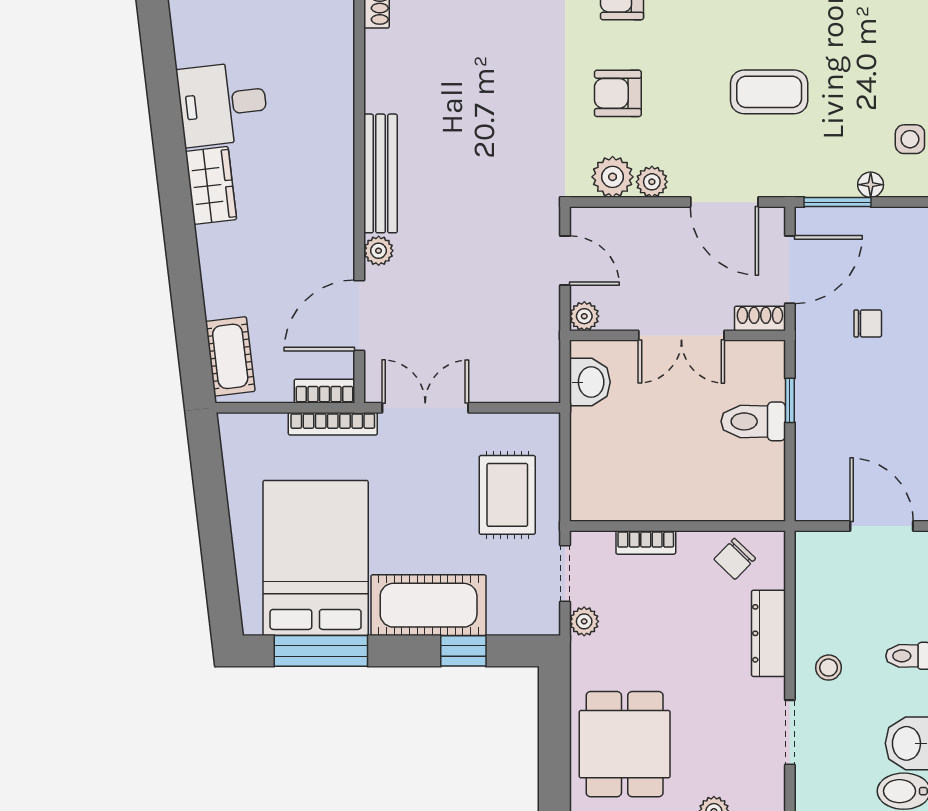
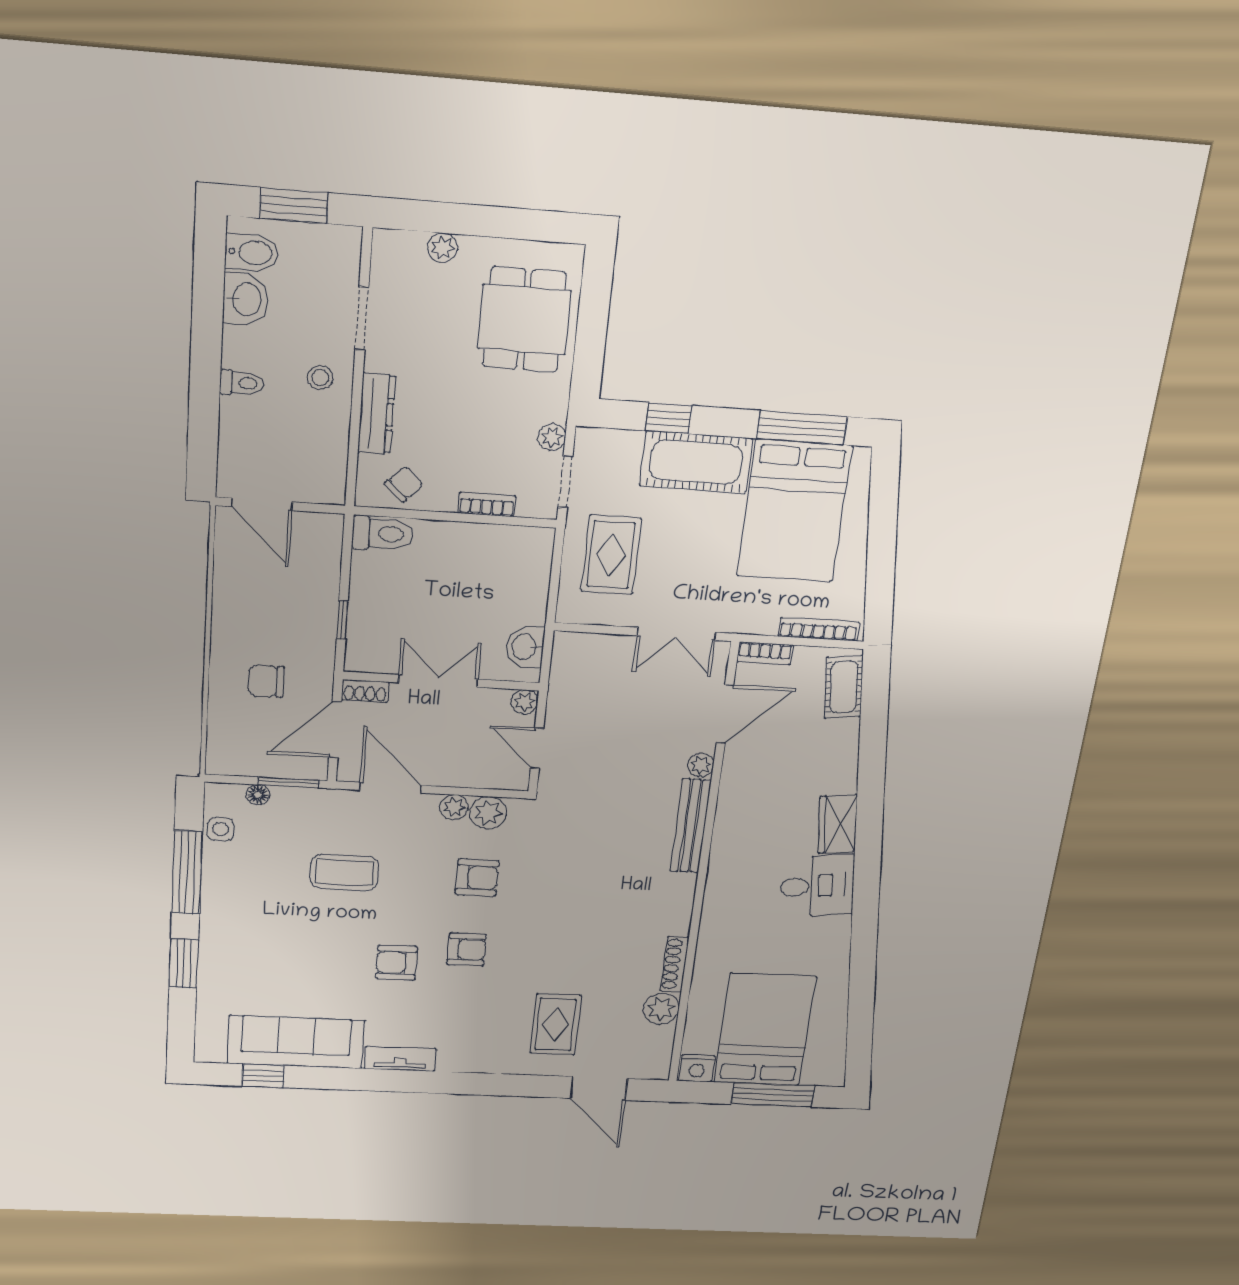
chair: (868, 323) -> (266, 681), width x1.37, depth x1.37
toilet: (753, 421) -> (383, 534), moved
bookcase: (333, 424) -> (819, 629), moved

